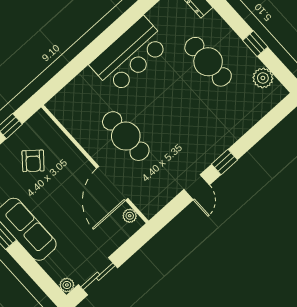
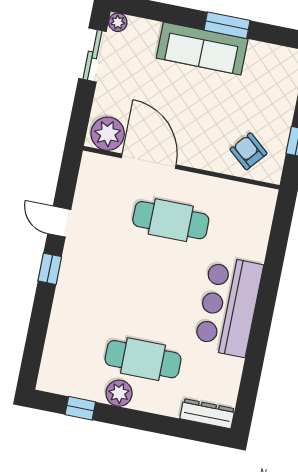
window: (255, 44) -> (80, 408), moved
plant: (263, 78) -> (119, 393), moved
armchair: (33, 161) -> (249, 151), moved
plant: (130, 216) -> (108, 134), width x1.88, depth x1.88

